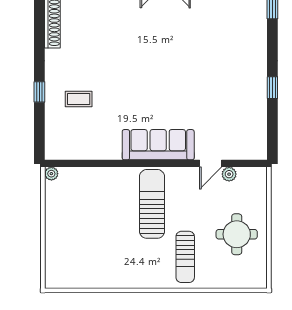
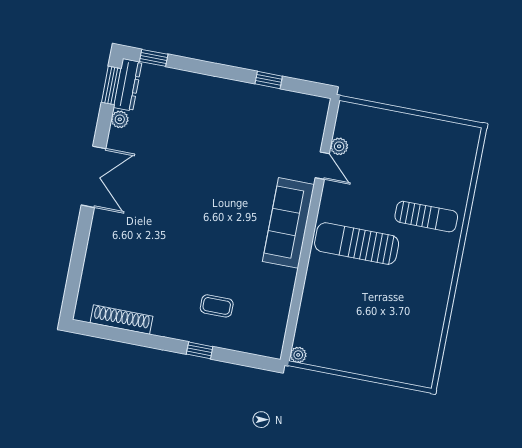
window: (272, 88) -> (269, 80), moved
coffee table: (79, 99) -> (217, 306), turned 90
round table: (237, 234) -> (411, 151), removed

